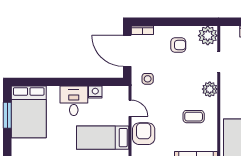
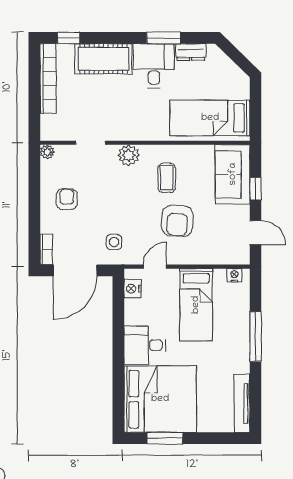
plant: (208, 36) -> (47, 152), width x0.53, depth x0.53
nightstand: (95, 92) -> (133, 289), moved
bed: (29, 112) -> (160, 399), width x1.36
armchair: (144, 134) -> (177, 221), moved, turned -87

